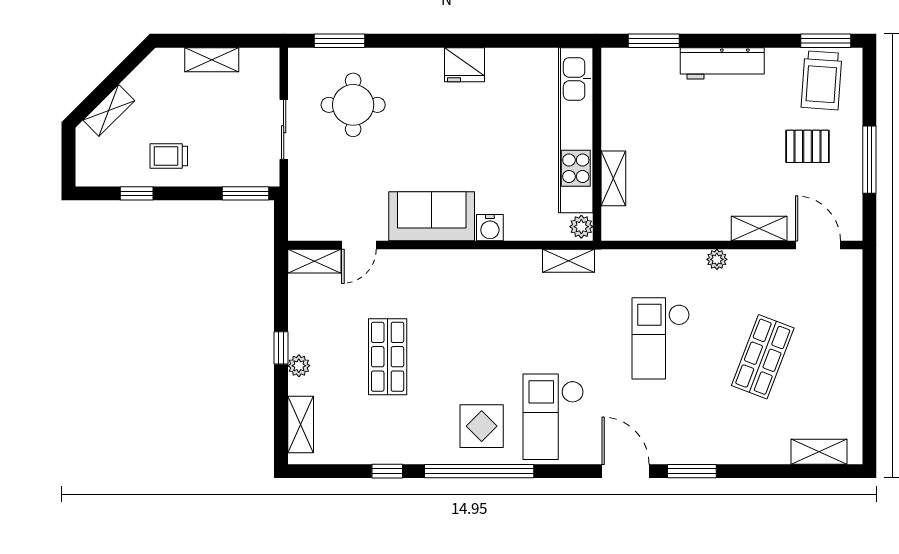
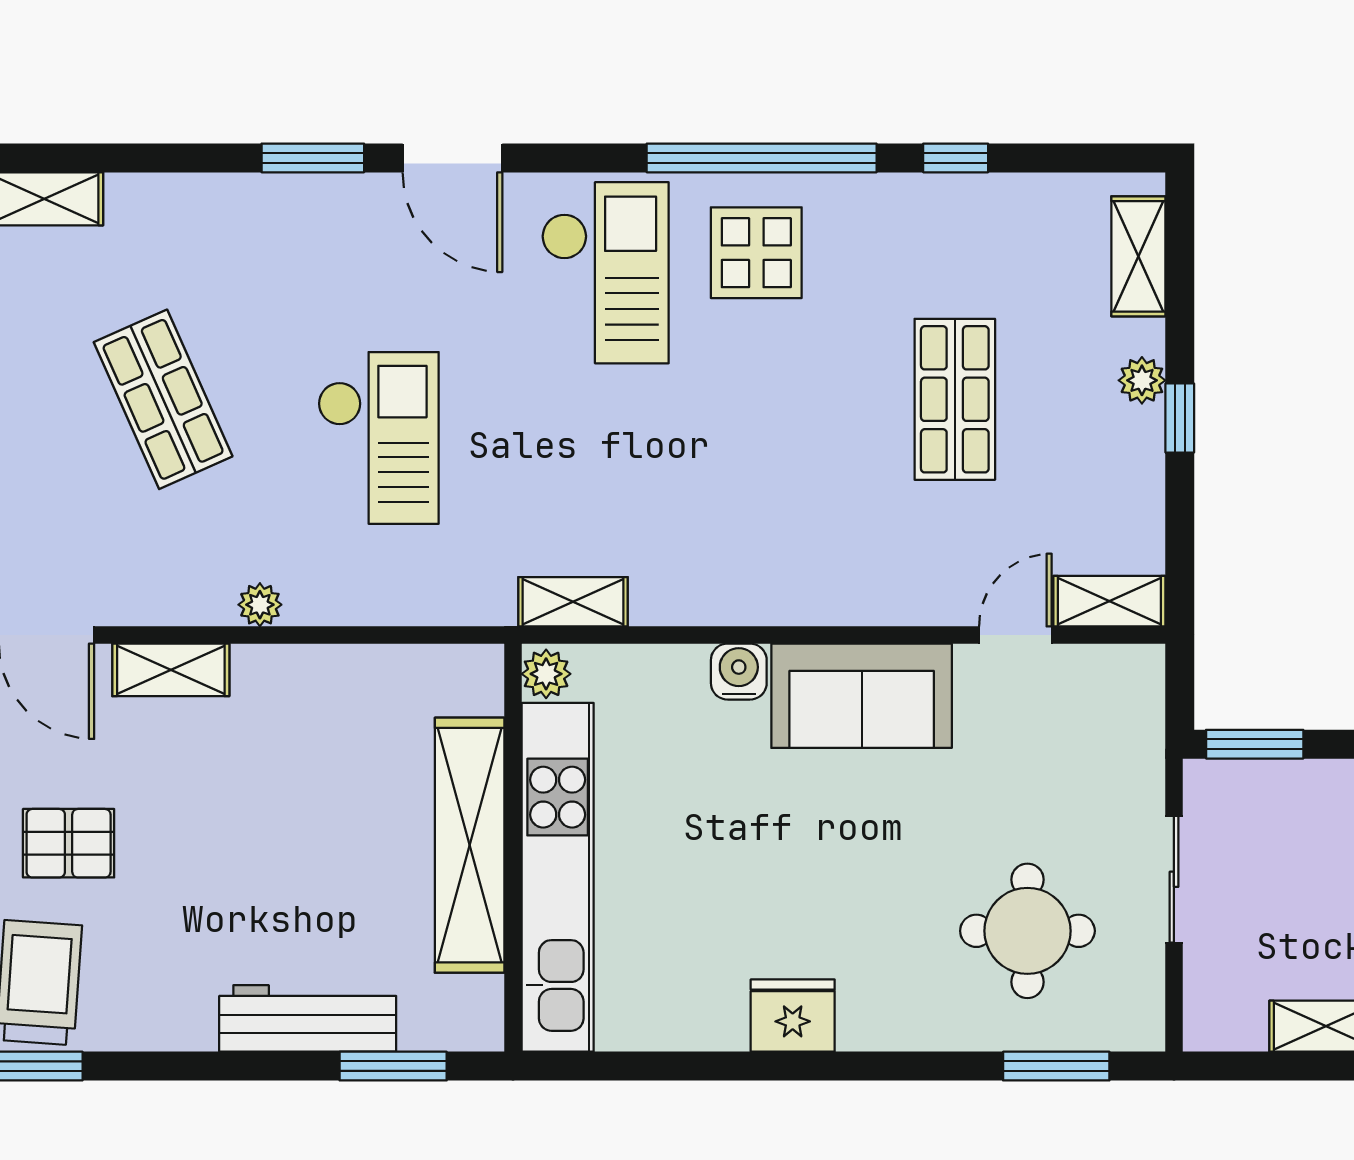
workbench: (722, 63) -> (308, 1018), moved
shelving: (613, 178) -> (470, 845), width x2.20, depth x1.33
shop shelf: (763, 357) -> (163, 399), turned -45

